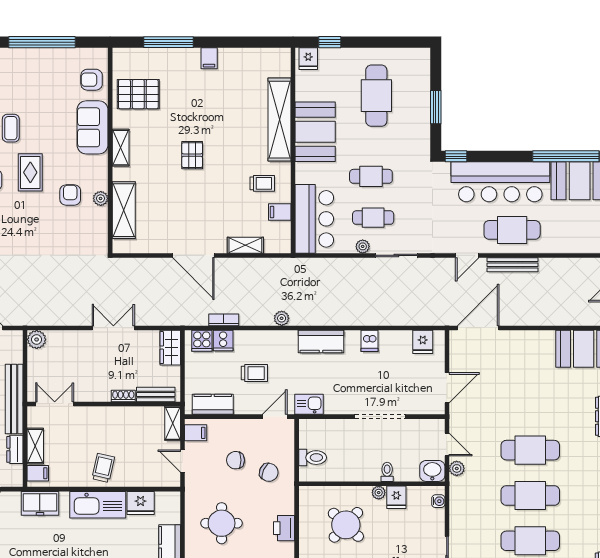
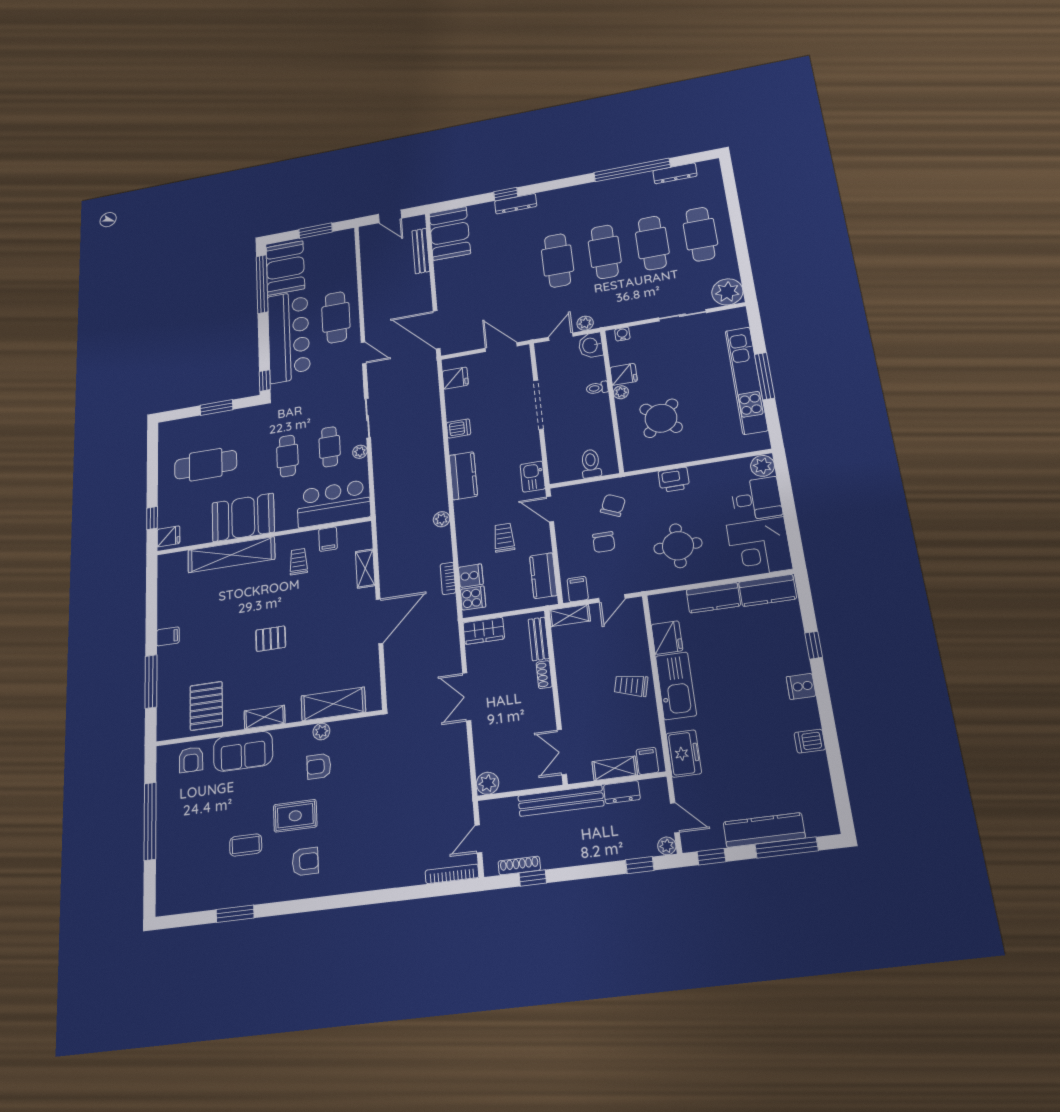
bench: (513, 265) -> (421, 251), moved

